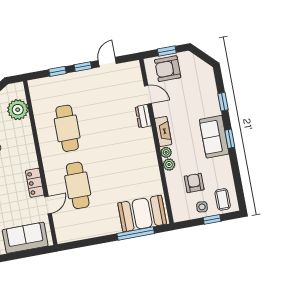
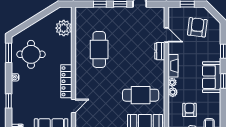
armchair: (168, 69) -> (197, 27), moved, turned 97
locker: (35, 183) -> (66, 81), width x1.53
cafe table: (78, 185) -> (141, 95), moved, turned 90

